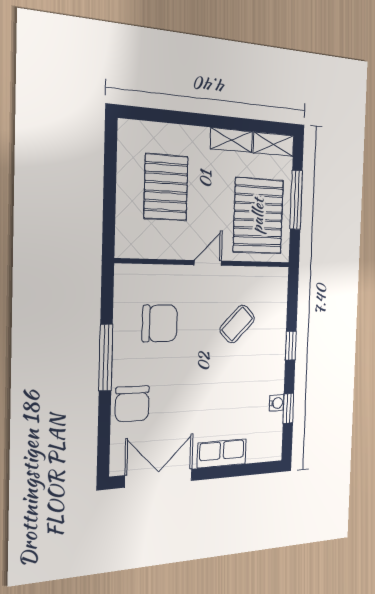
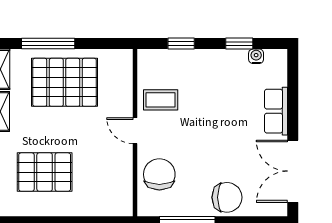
wall: (206, 263) -> (135, 133), moved
door: (208, 263) -> (135, 131), moved
coffee table: (237, 324) -> (161, 100), turned -45
water cooler: (277, 403) -> (256, 56), moved

